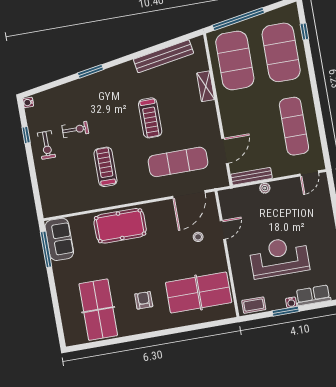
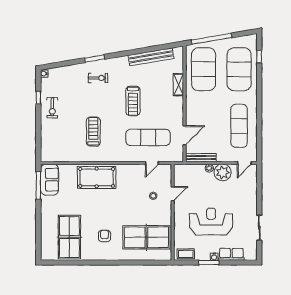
exercise bike: (75, 129) -> (98, 78), moved
plant: (283, 191) -> (223, 172), added
door: (189, 194) -> (152, 163), width x0.53

